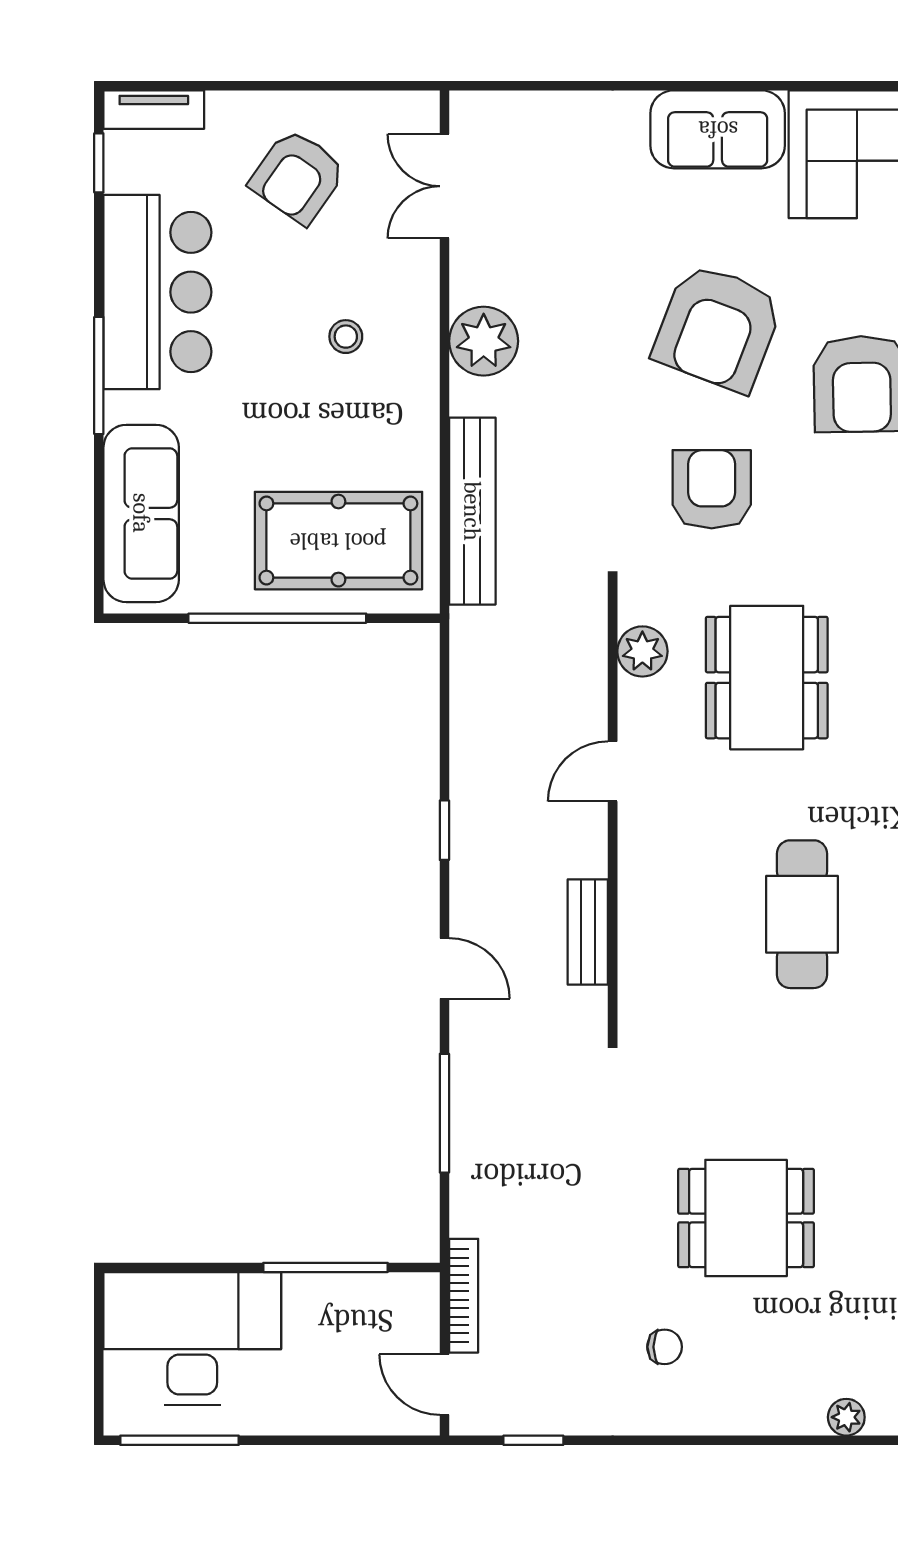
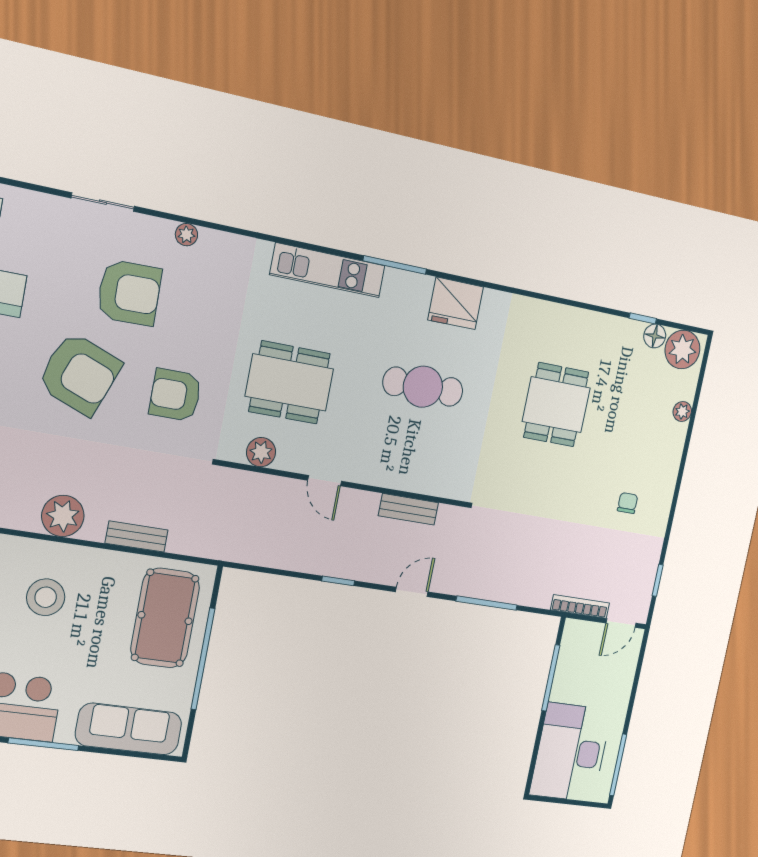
stool: (346, 337) -> (46, 597), width x1.89, depth x1.89
bench: (472, 511) -> (137, 537), width x0.54, depth x0.82
dining table: (746, 1218) -> (556, 405), moved

